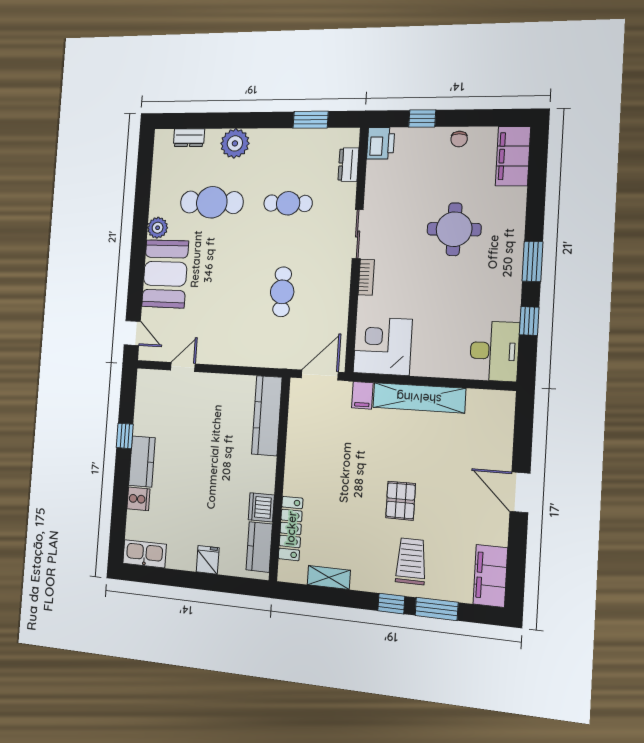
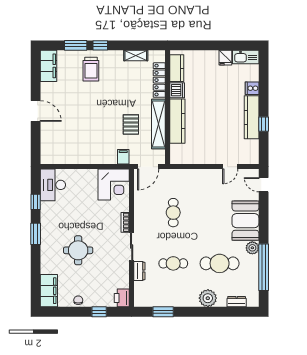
dresser: (348, 165) -> (139, 271), moved
window: (142, 195) -> (264, 267), added
shelving: (419, 398) -> (158, 124), moved, turned 90
kitchen counter: (267, 416) -> (177, 121), moved
kitchen counter: (142, 461) -> (252, 117), width x1.50
pallet: (401, 501) -> (131, 124), moved
fridge: (208, 560) -> (225, 58), moved

